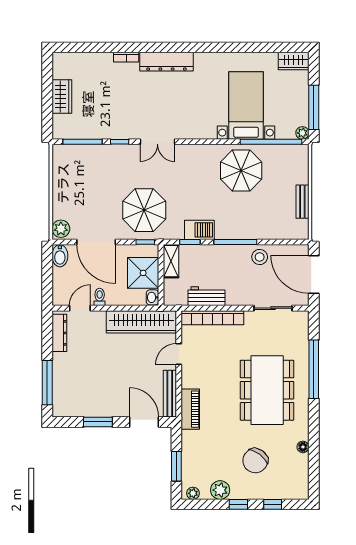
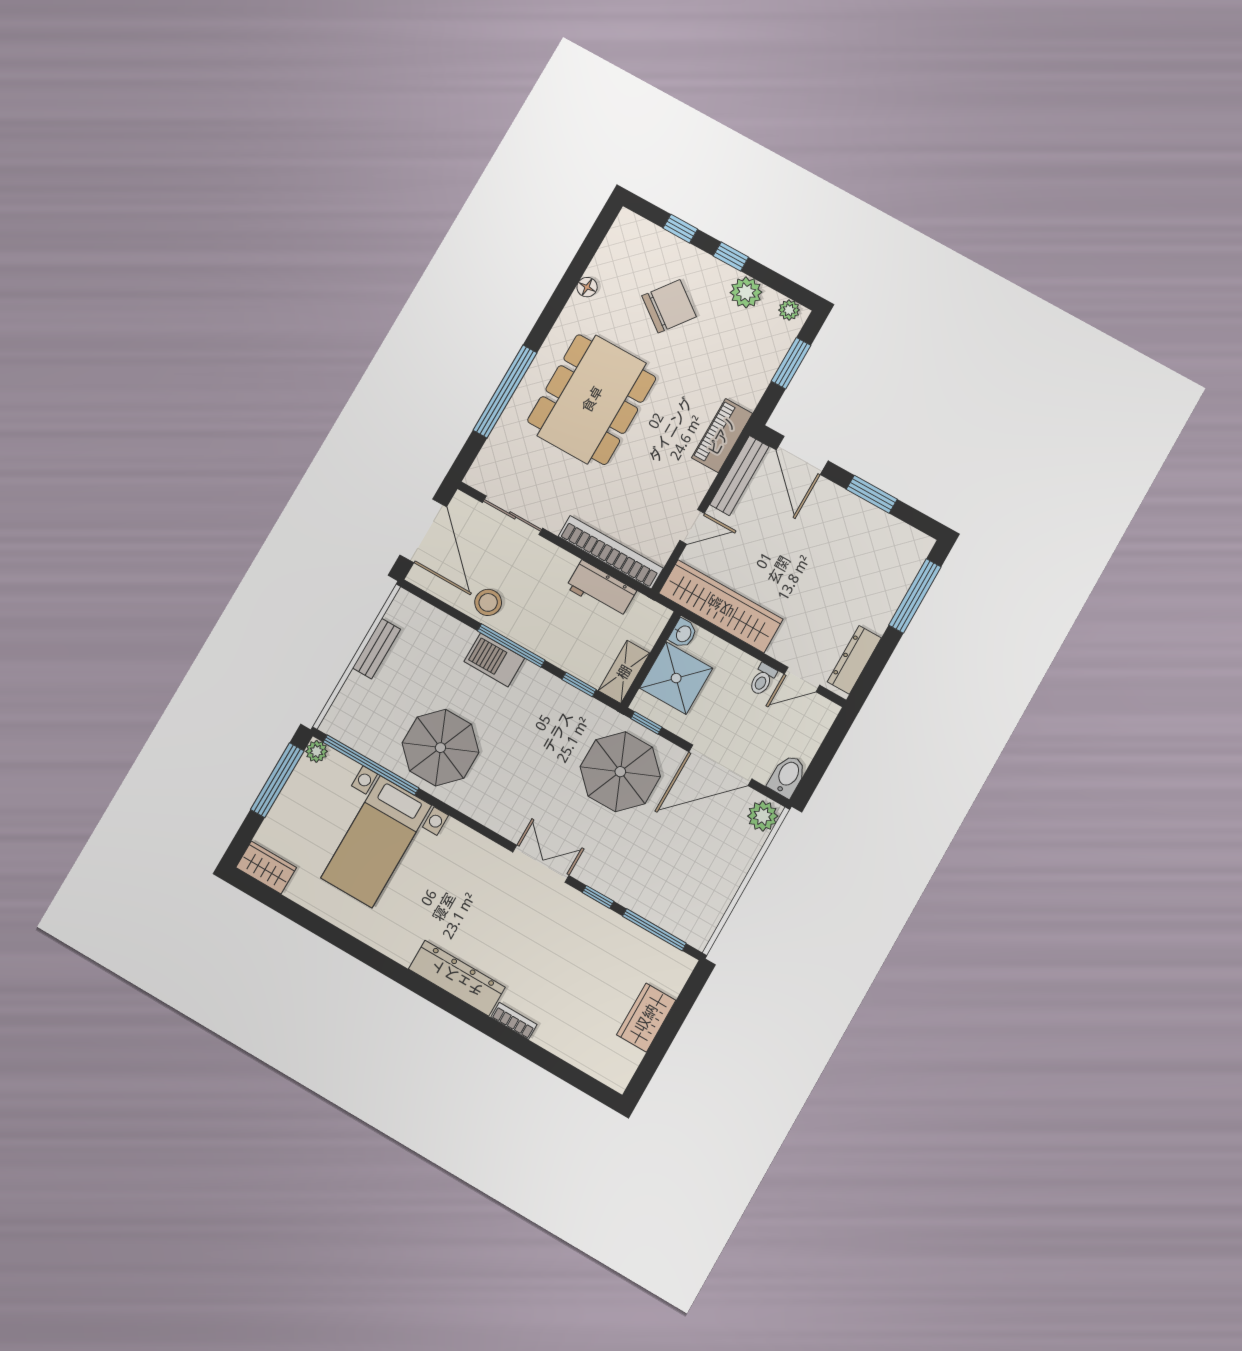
barbecue: (199, 230) -> (494, 660), moved
door: (96, 242) -> (720, 765), swing flipped

